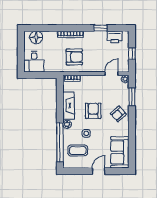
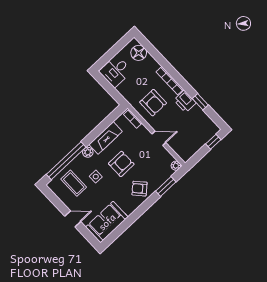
printer: (115, 37) -> (185, 101), moved
window: (132, 54) -> (213, 142), moved
door: (111, 74) -> (159, 138), moved

